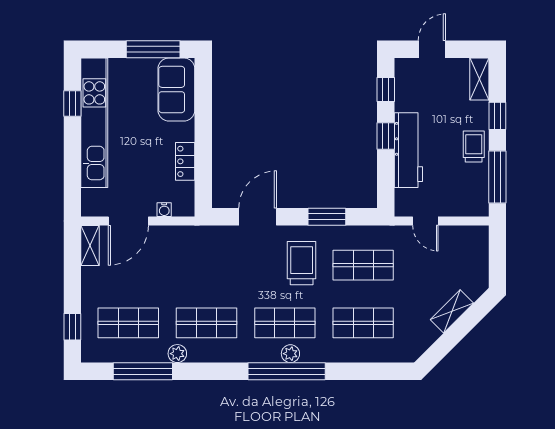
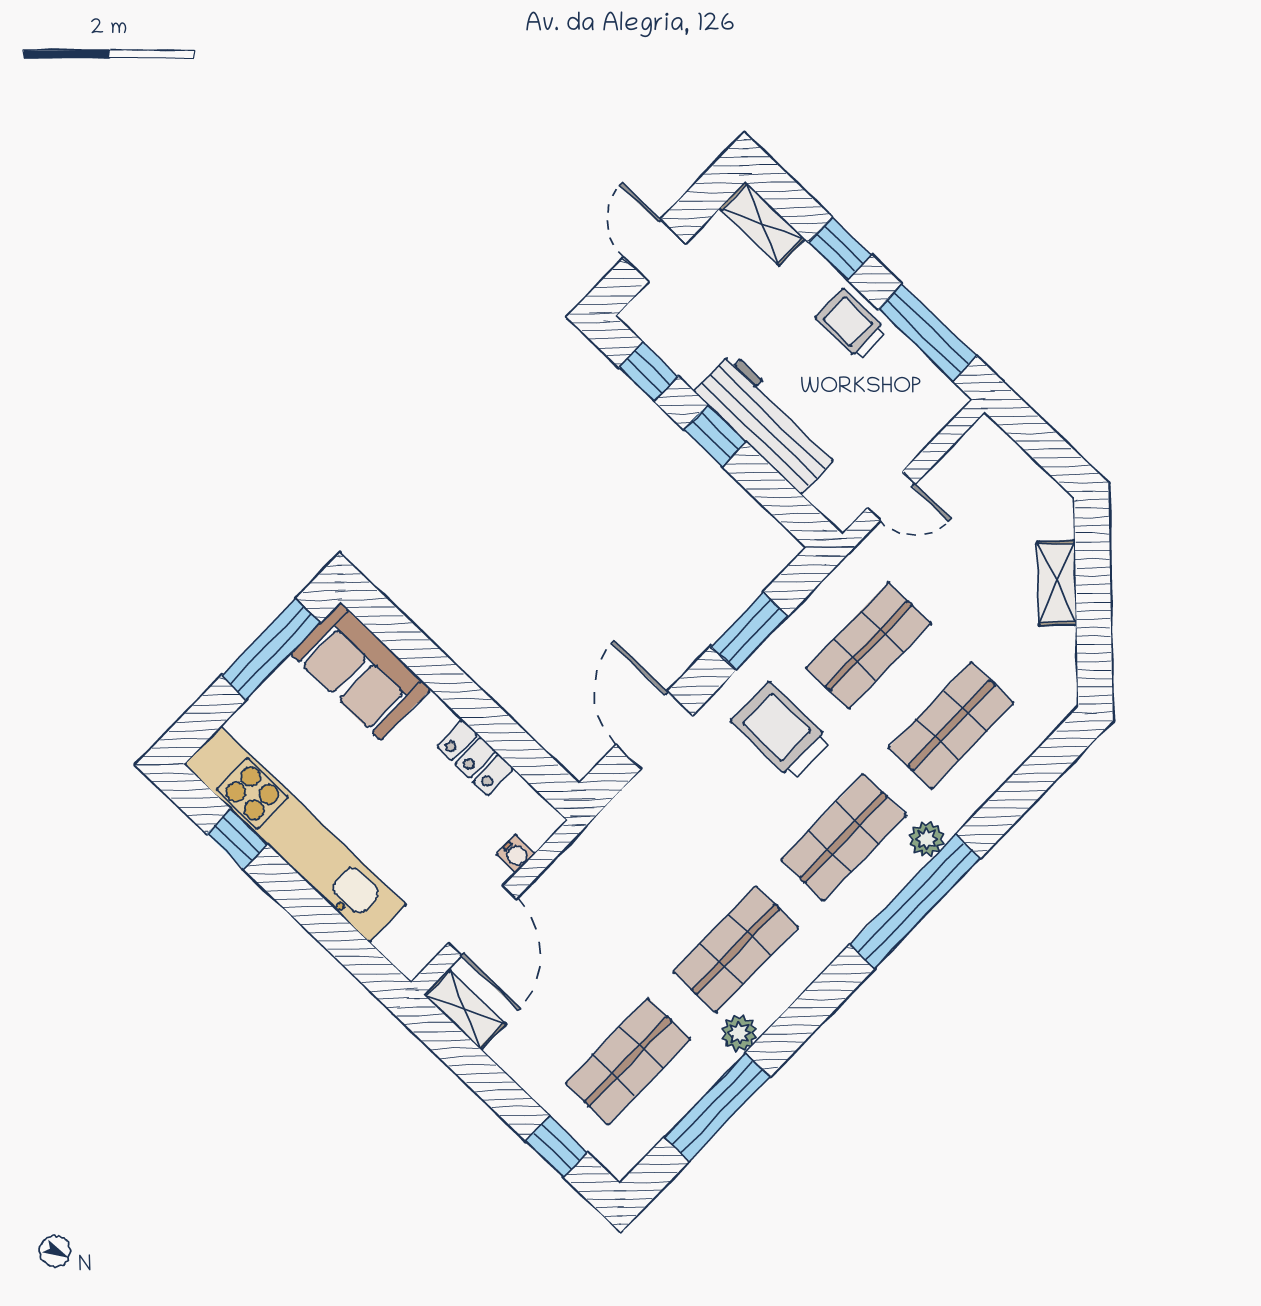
plant: (290, 354) -> (927, 839), moved

